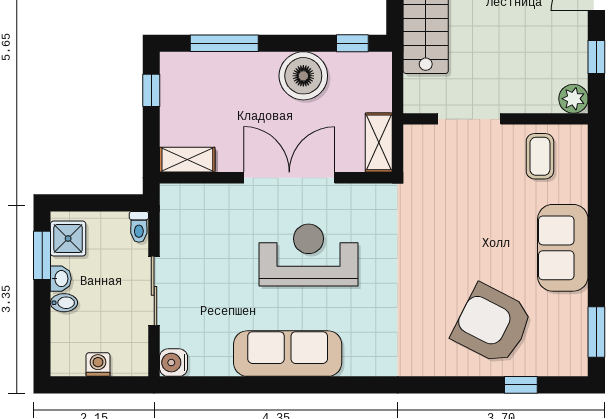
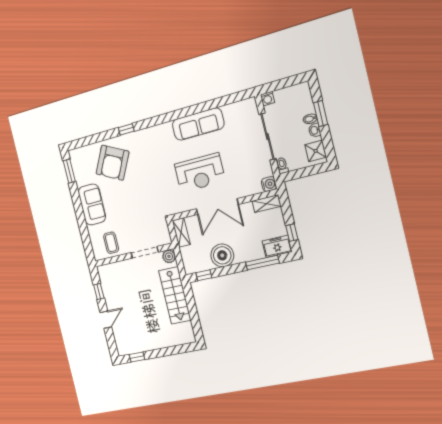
freezer: (187, 69) -> (277, 246), added
plant: (573, 99) -> (169, 256), moved
window: (42, 255) -> (321, 114), moved
sliding door: (154, 291) -> (267, 137), width x1.37
armchair: (492, 324) -> (112, 163), turned 90
water cooler: (174, 363) -> (269, 184), moved
washing machine: (98, 365) -> (267, 99), moved
window: (521, 385) -> (126, 129), moved

